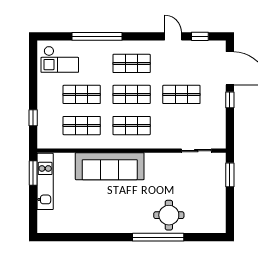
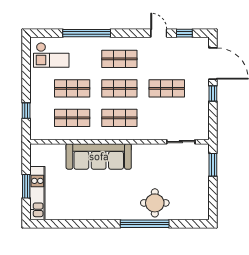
window: (33, 173) -> (26, 186), moved
kitchen unit: (45, 181) -> (37, 193), moved

